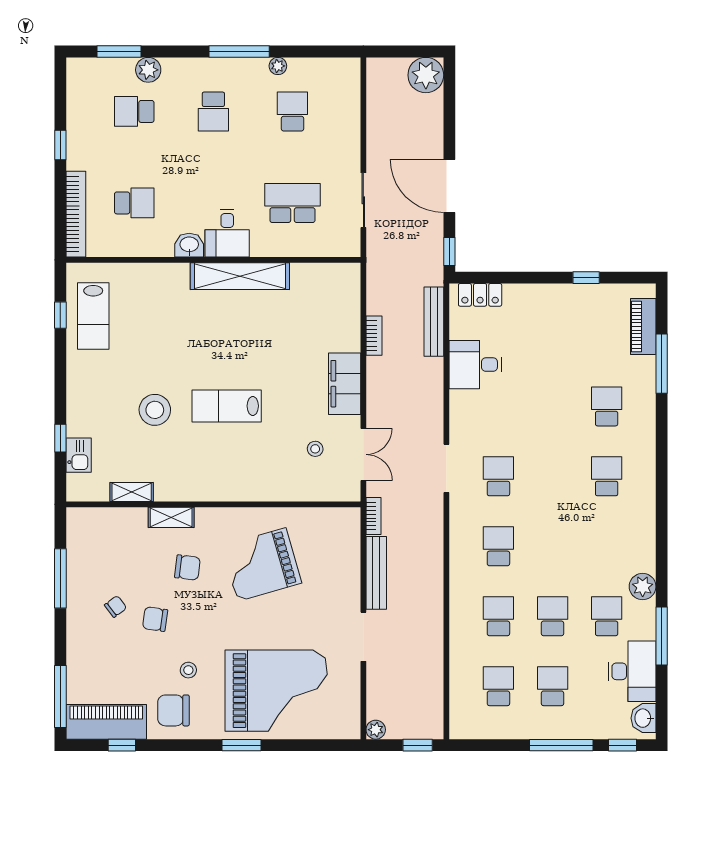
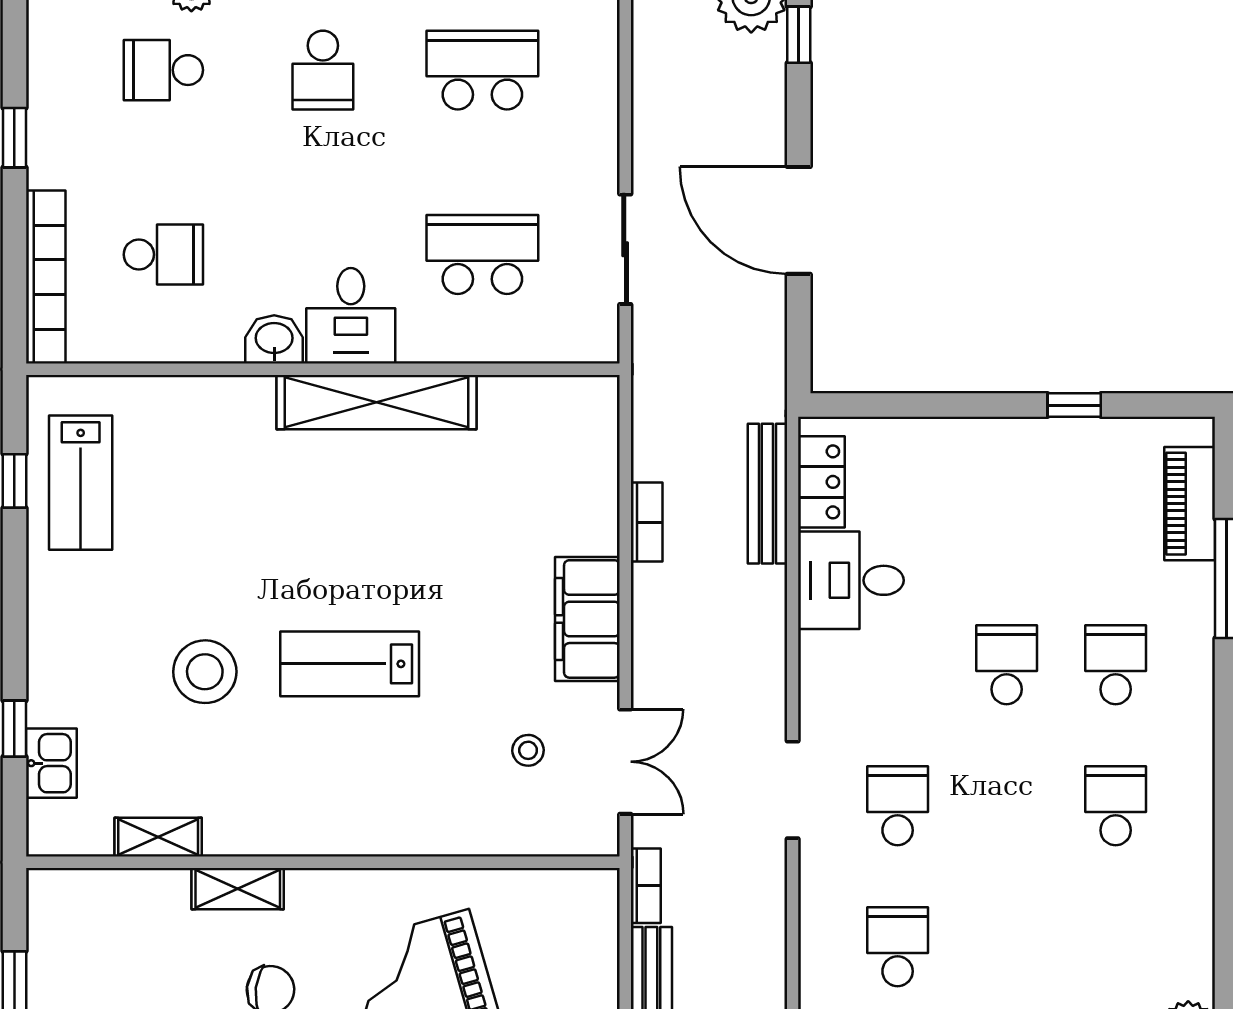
school desk: (292, 111) -> (482, 70), width x1.85
window: (449, 251) -> (799, 35), moved
locker: (480, 295) -> (821, 482), moved, turned -90
school desk: (553, 406) -> (1007, 665), added

